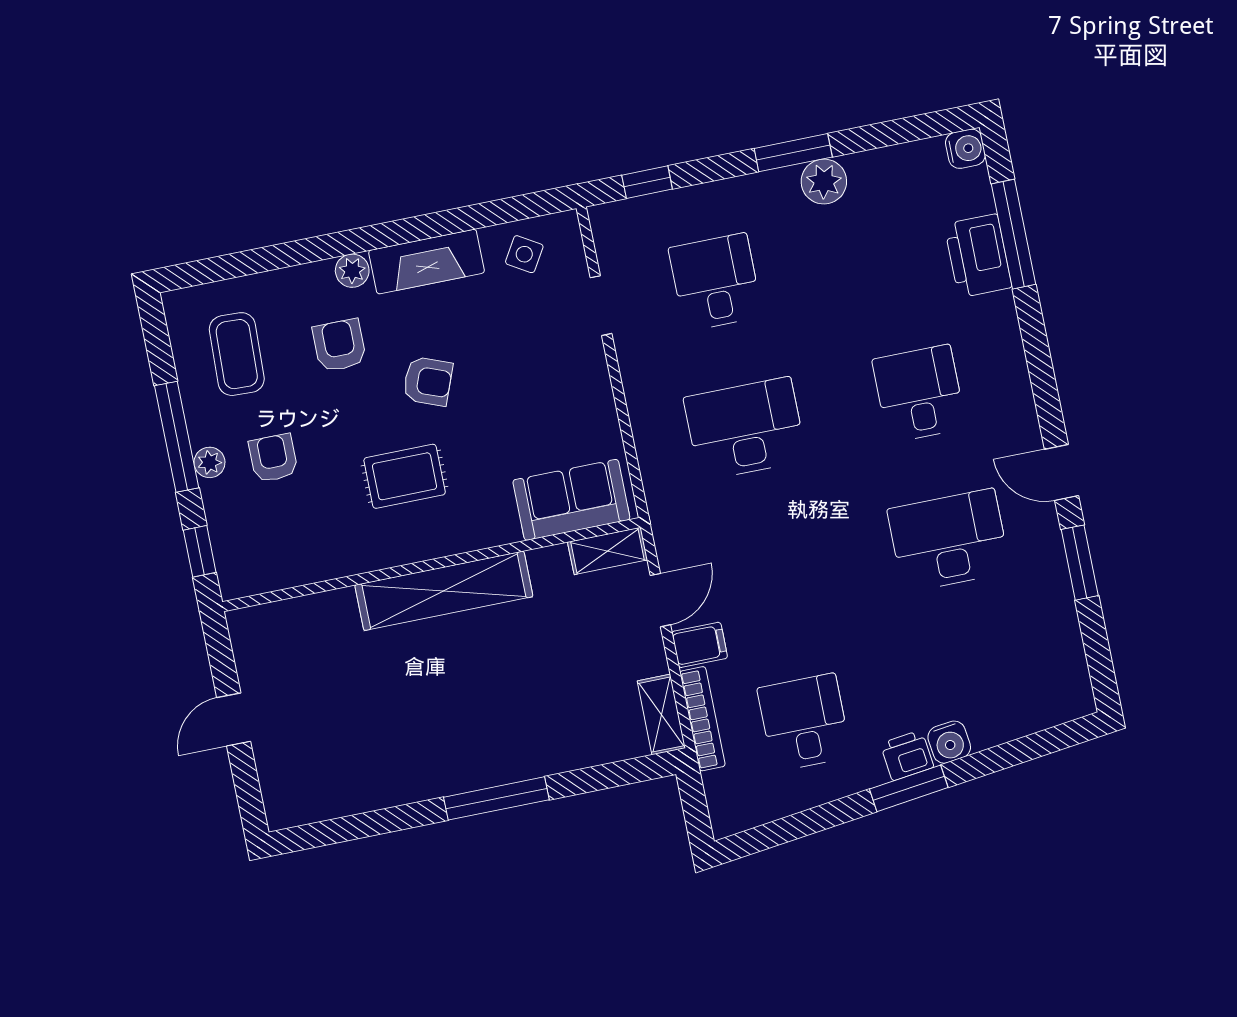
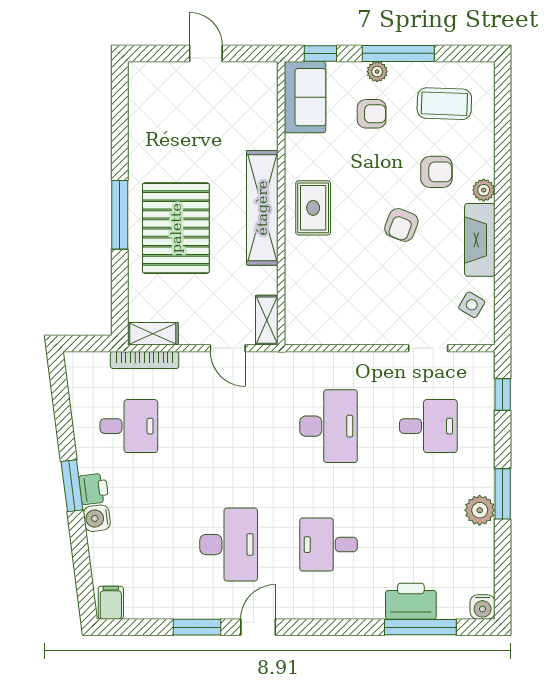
desk: (919, 394) -> (329, 545), turned 180
rug: (405, 476) -> (313, 208), moved
sofa: (571, 500) -> (305, 97), moved
filing cabinet: (700, 645) -> (111, 603), moved, turned 180
pallet: (499, 712) -> (176, 228), added

